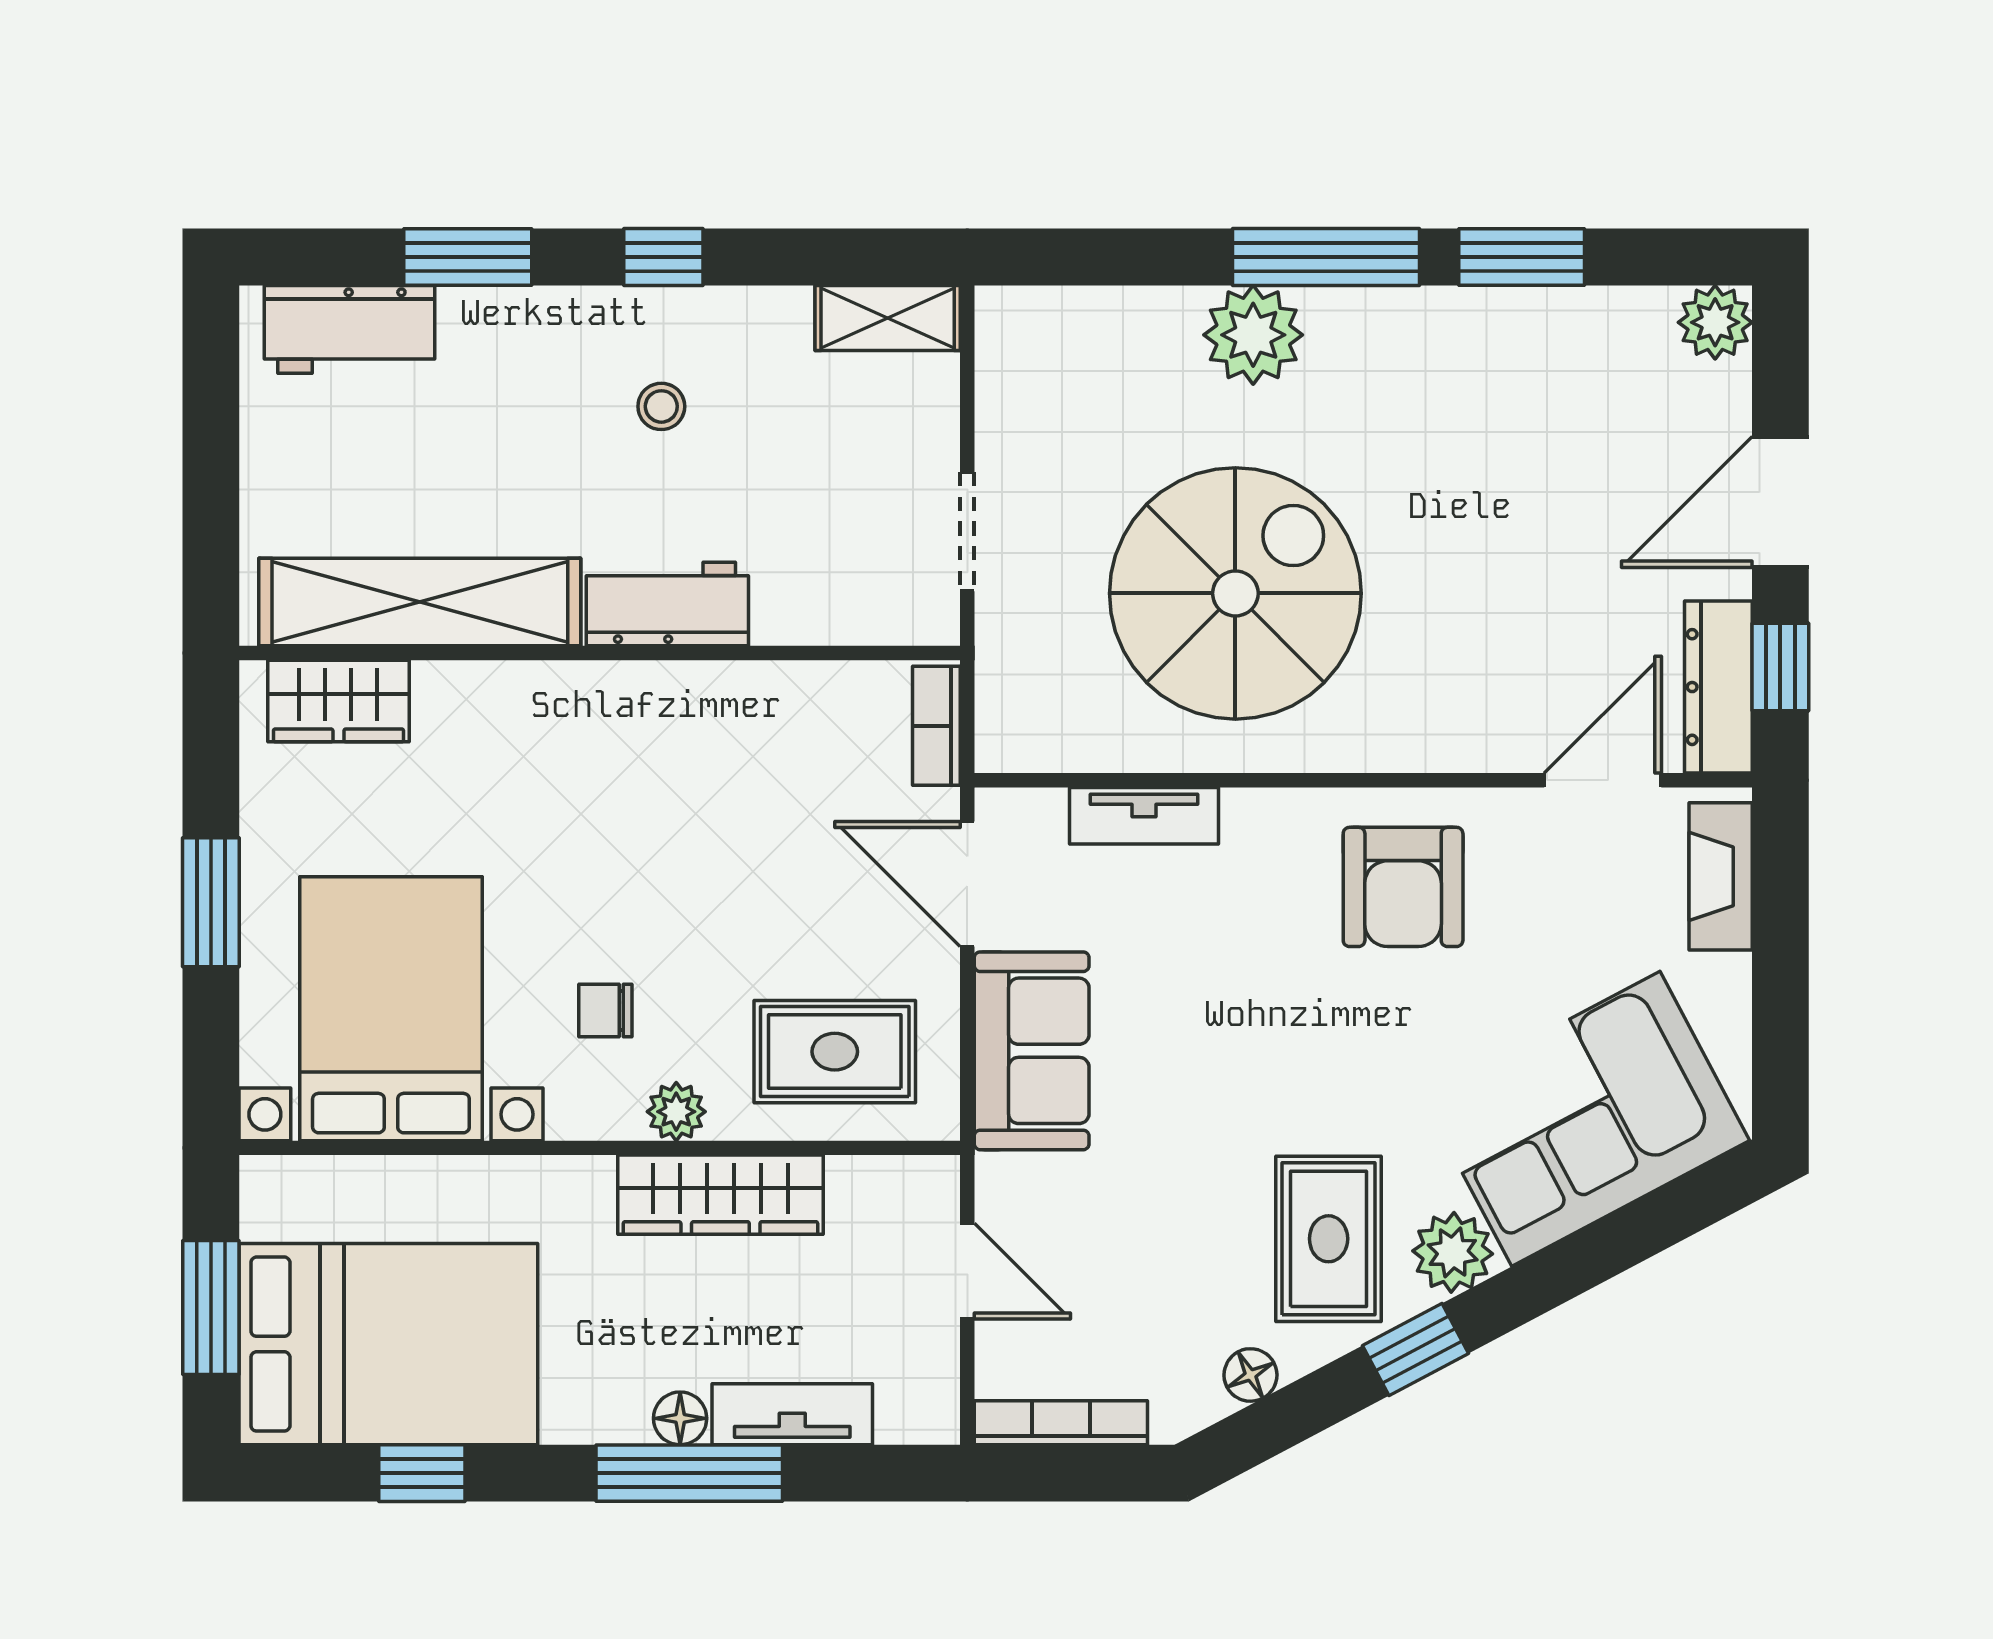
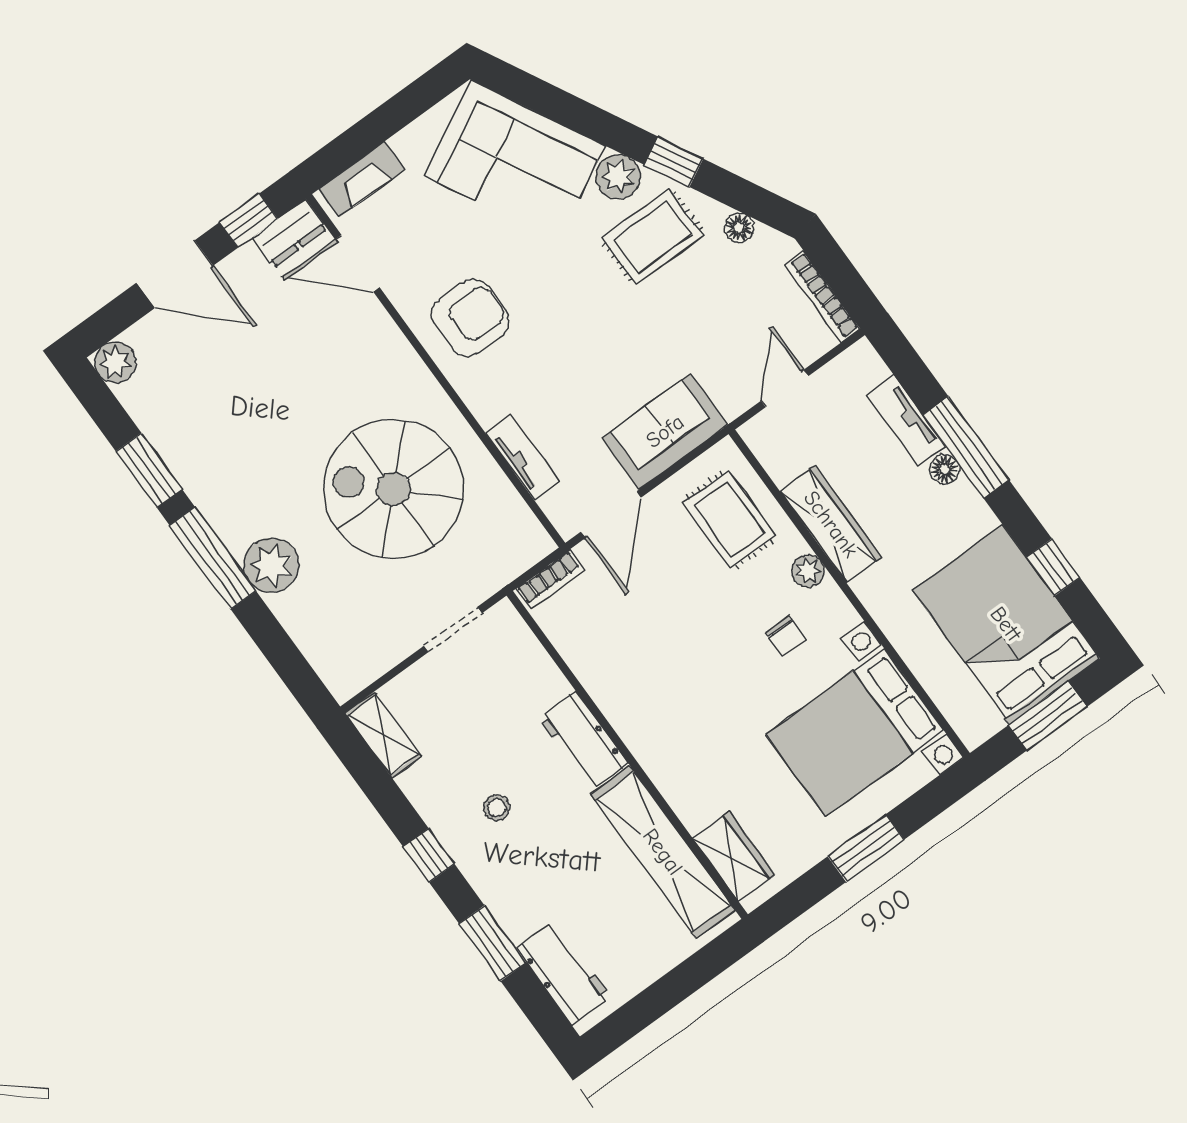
dresser: (1718, 687) -> (290, 233), width x0.70

